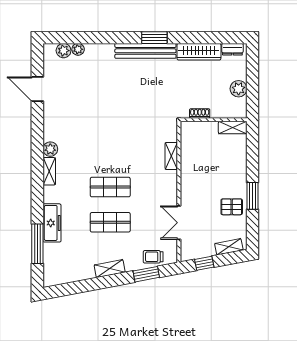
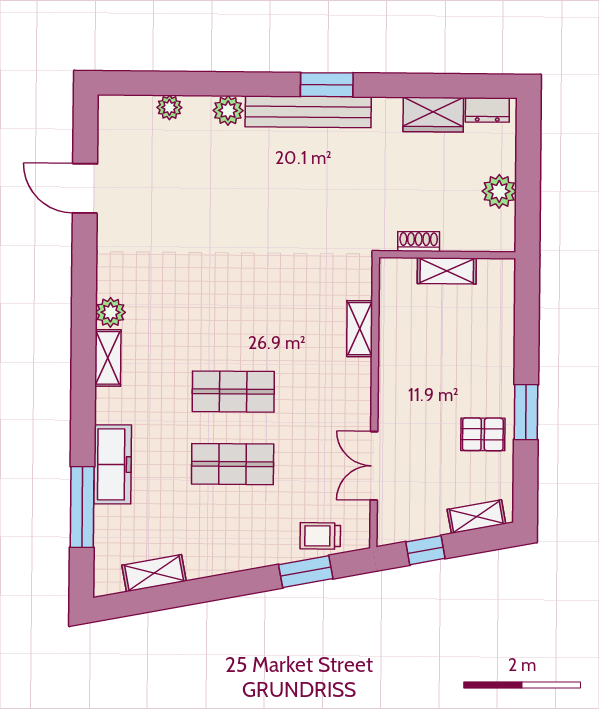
plant: (64, 51) -> (228, 110), moved
wardrobe: (199, 52) -> (433, 115), width x0.67
shelving: (233, 128) -> (447, 271), moved
shelving: (110, 269) -> (154, 573), moved

